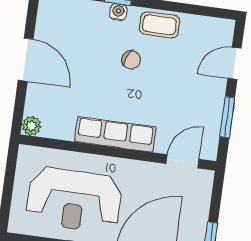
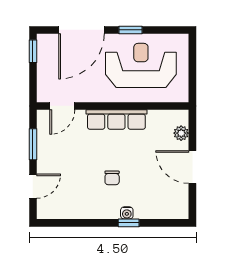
coffee table: (160, 25) -> (94, 207), removed
chair: (131, 60) -> (112, 178), turned -113
plant: (31, 126) -> (181, 133), moved

